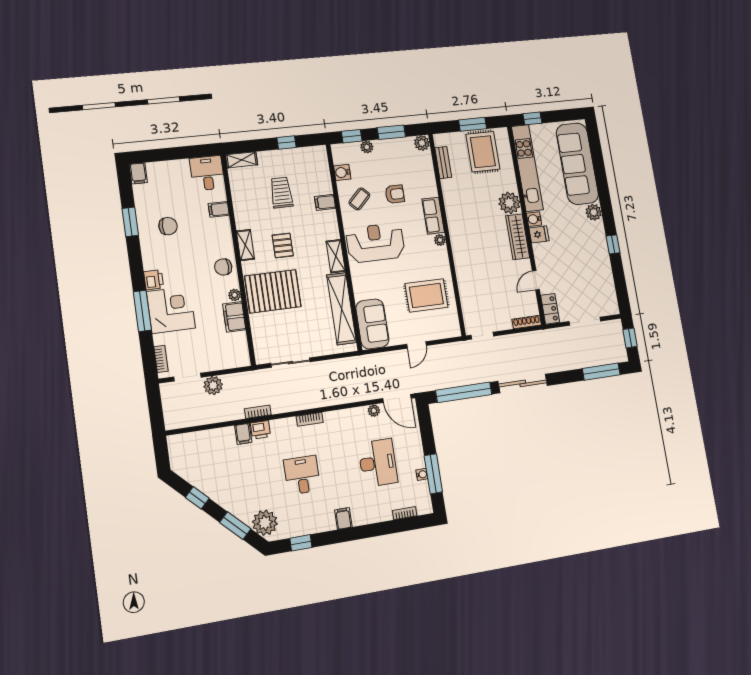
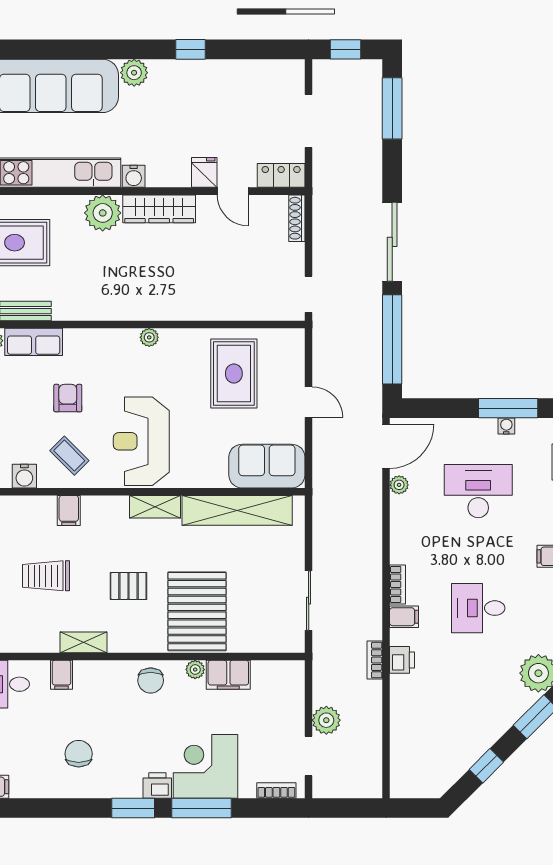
row of seats: (433, 216) -> (34, 342), moved
window: (130, 222) -> (133, 808), moved
fridge: (539, 234) -> (204, 172), moved
shelving: (245, 245) -> (83, 642), moved
filing cabinet: (243, 434) -> (404, 617), moved

